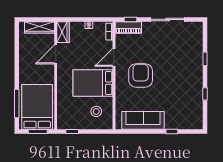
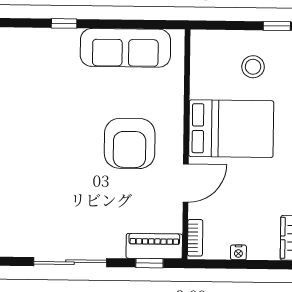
stool: (96, 111) -> (253, 67), moved

